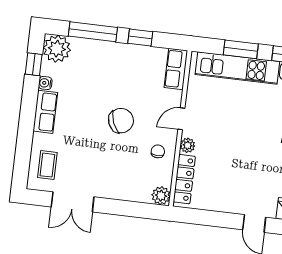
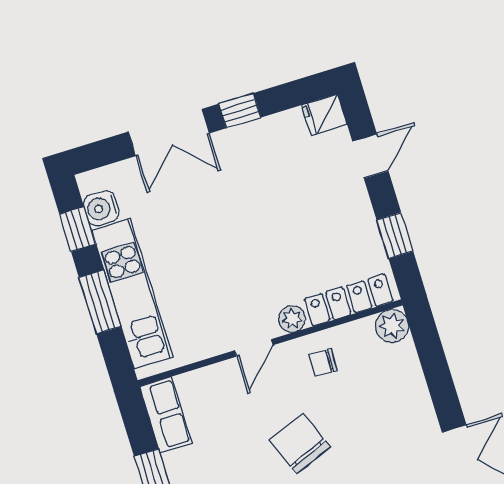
row of seats: (176, 69) -> (166, 415), moved, turned -90
door: (181, 119) -> (254, 348), hinge flipped
window: (207, 218) -> (395, 236), added

